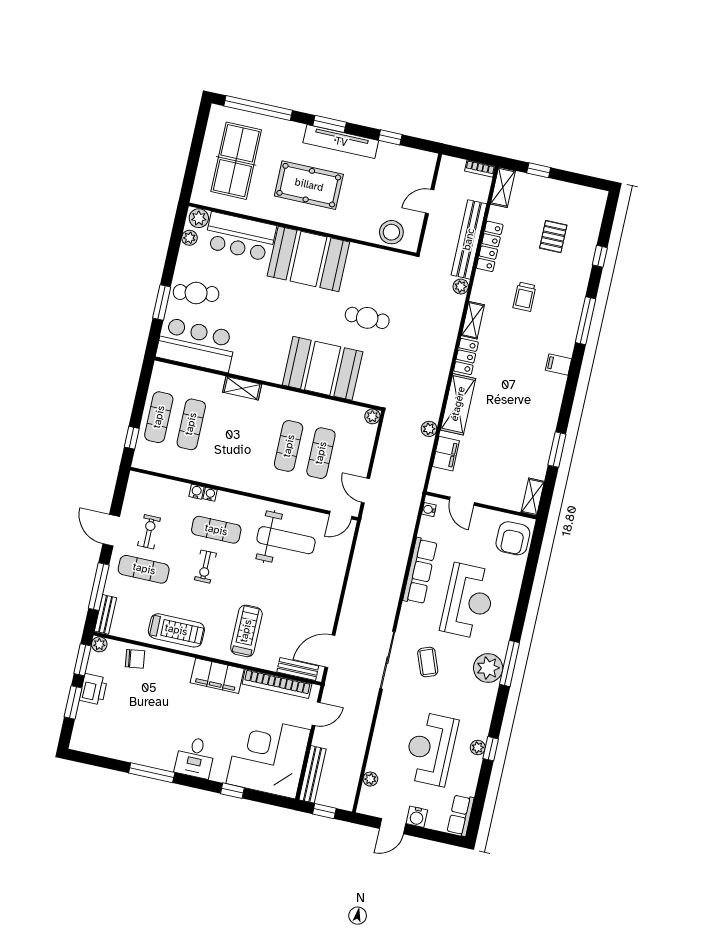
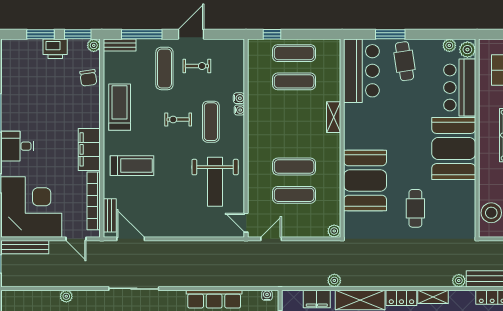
treadmill: (176, 630) -> (120, 107), turned 180
plant: (370, 779) -> (66, 296), moved

